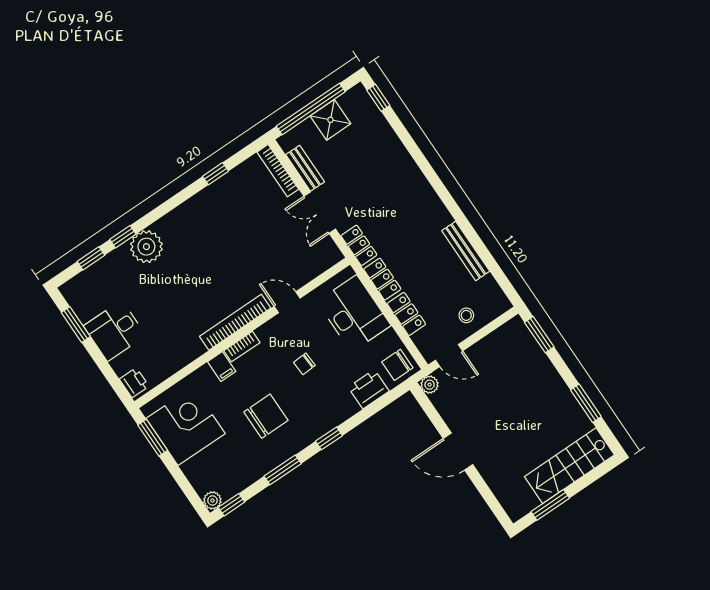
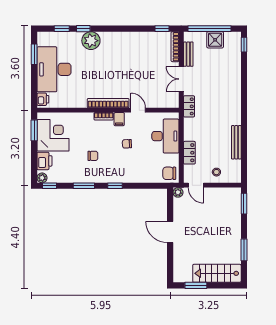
window: (215, 174) -> (162, 29), moved
locker: (382, 279) -> (189, 129), removed
desk: (115, 331) -> (54, 69), width x1.87, depth x1.30
filing cabinet: (222, 367) -> (119, 119), moved
printer: (369, 389) -> (44, 161), moved, turned 90
chair: (266, 416) -> (93, 156), width x0.54, depth x0.54

